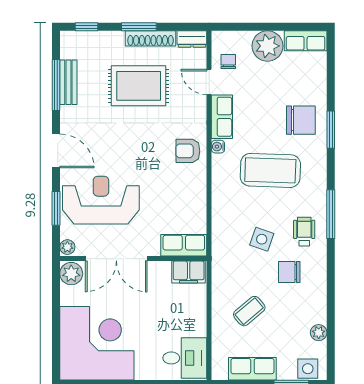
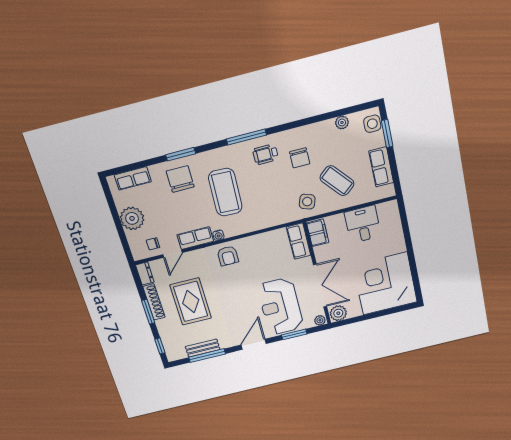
row of seats: (306, 41) -> (133, 178), moved, turned 90
side table: (262, 239) -> (307, 202), moved
coffee table: (249, 311) -> (337, 181), width x1.36, depth x1.30
desk: (185, 358) -> (363, 224), moved

